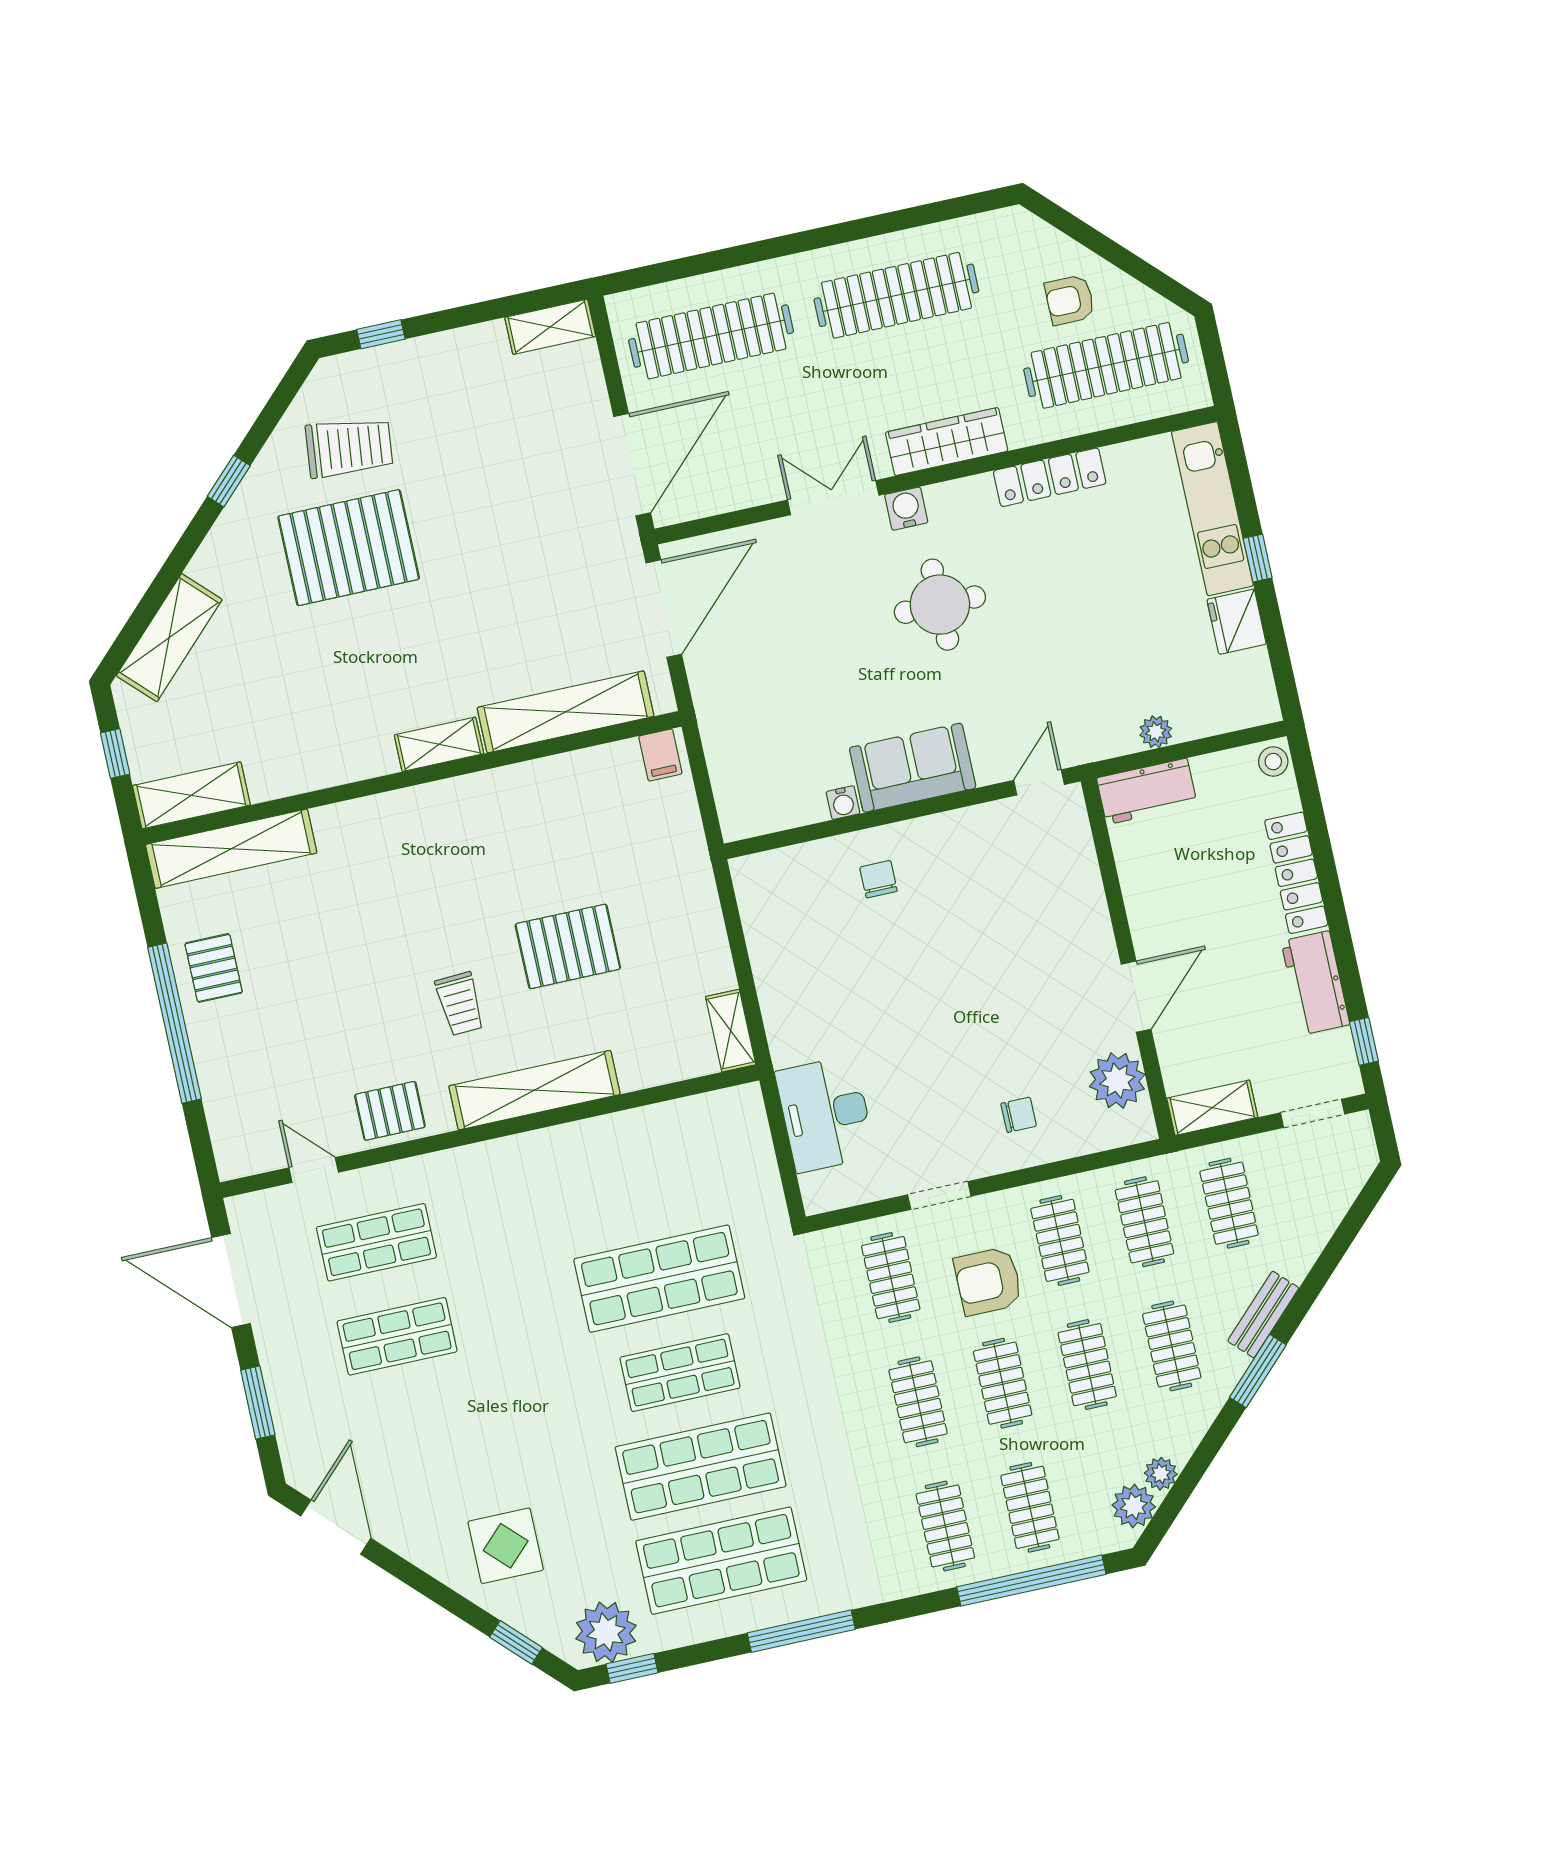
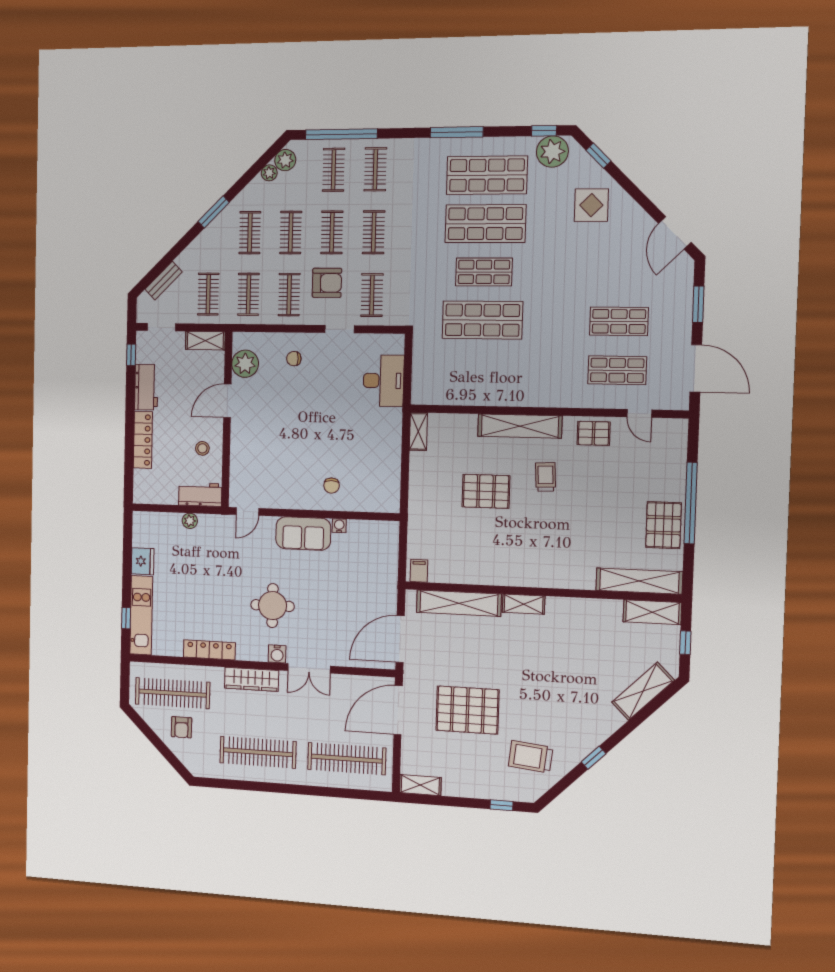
armchair: (1070, 300) -> (181, 727), turned 90
pallet: (349, 548) -> (467, 710), moved
window: (1258, 558) -> (126, 618), moved
stool: (1273, 762) -> (202, 448), moved
pallet: (214, 968) -> (664, 525), width x1.50, depth x1.42
bench: (1263, 1314) -> (164, 281), moved

